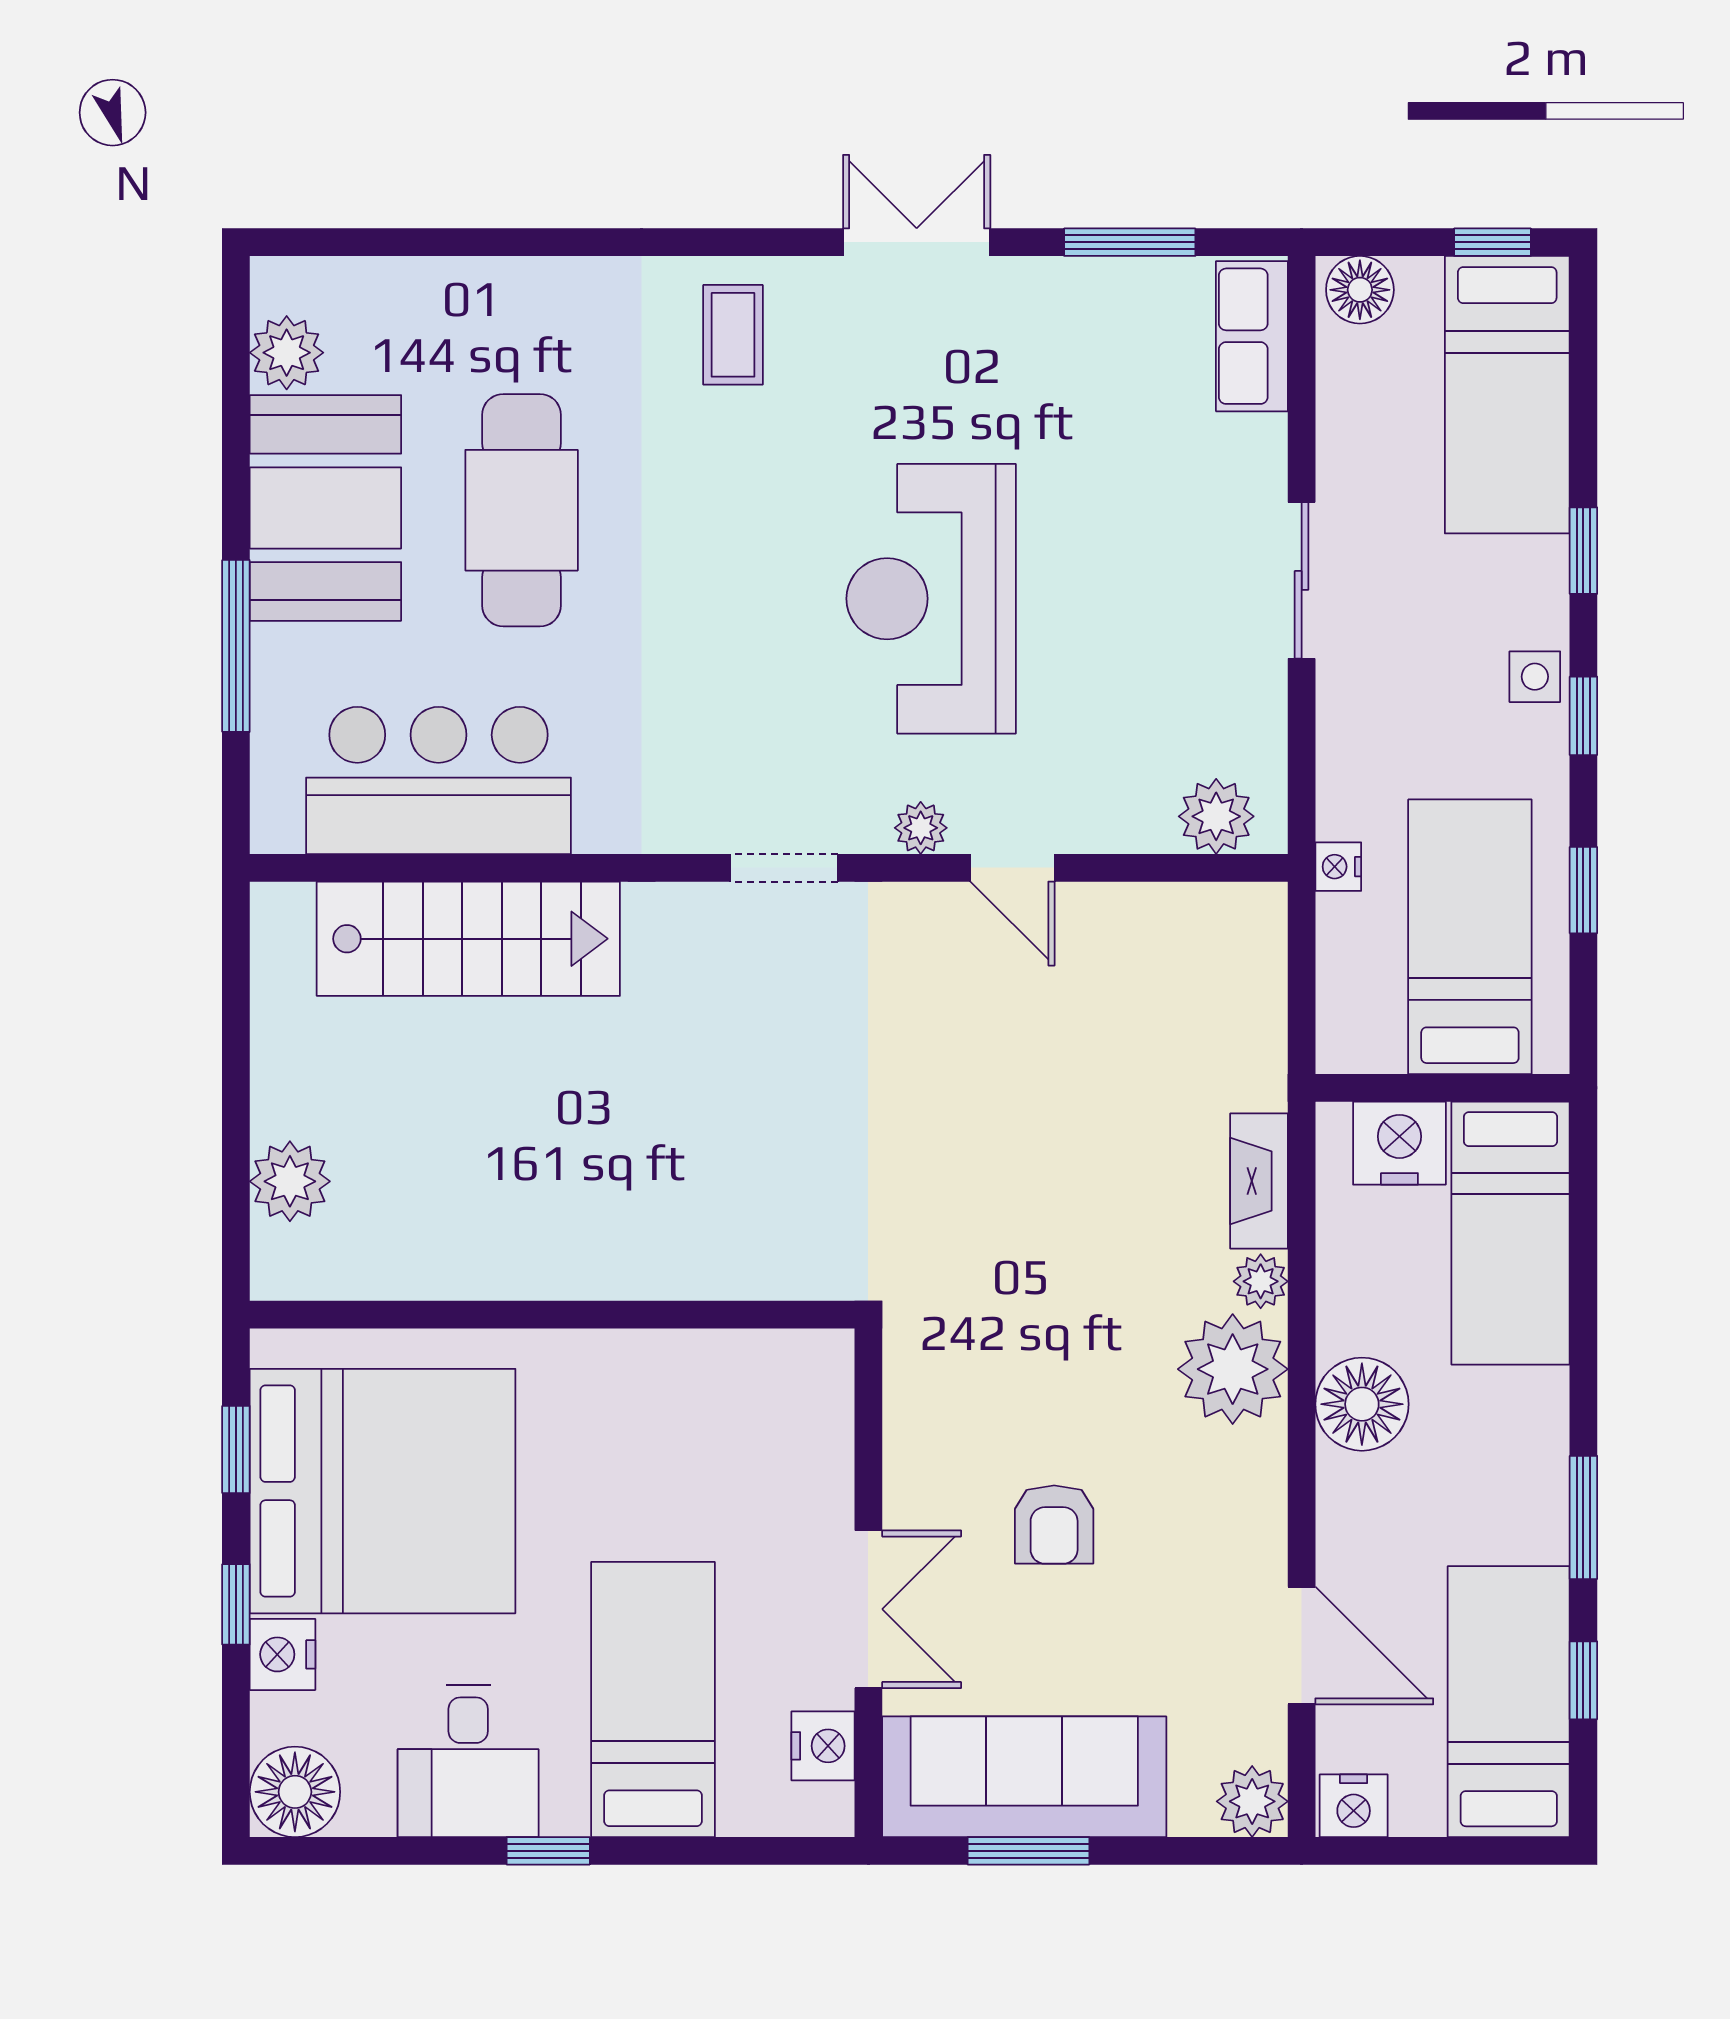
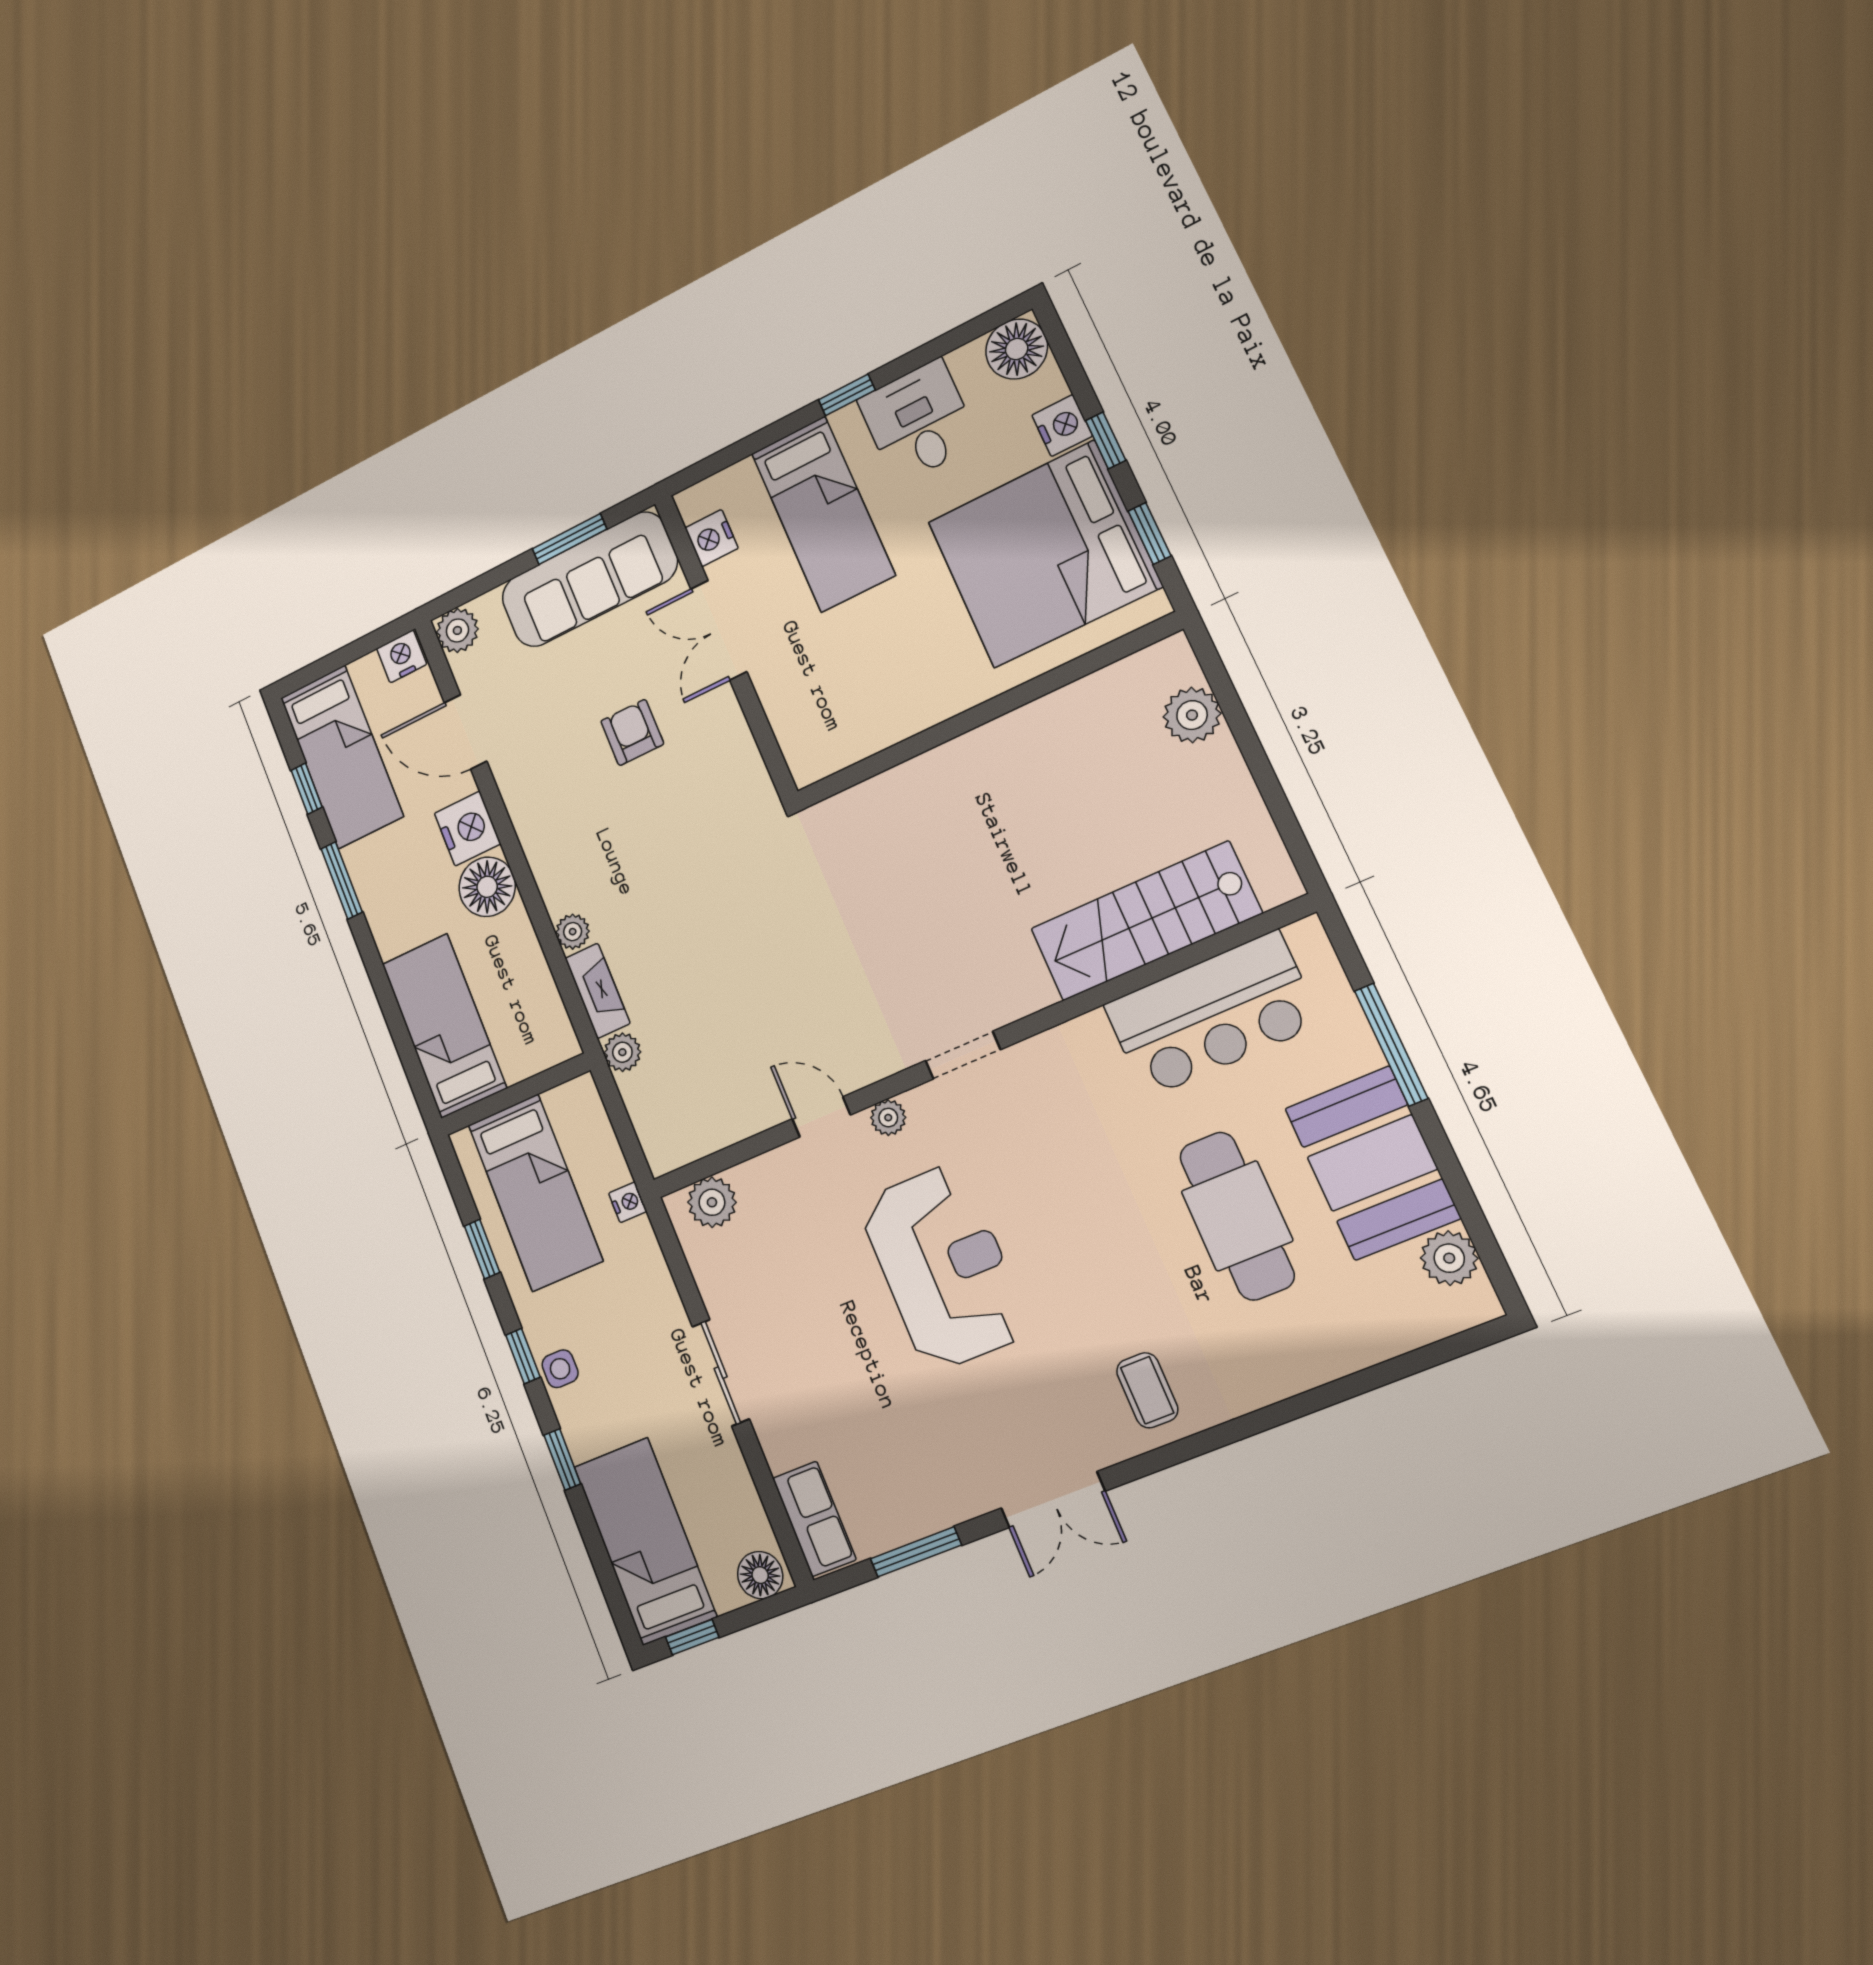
nightstand: (1399, 1143) -> (468, 829), moved, turned -90
plant: (1233, 1369) -> (622, 1052), moved, width x0.53, depth x0.53

